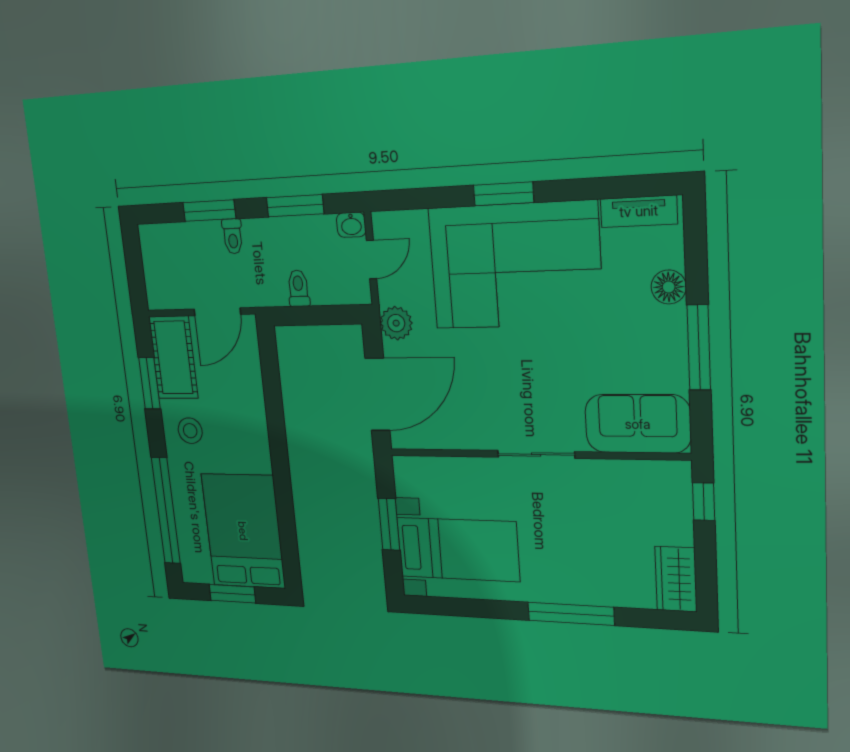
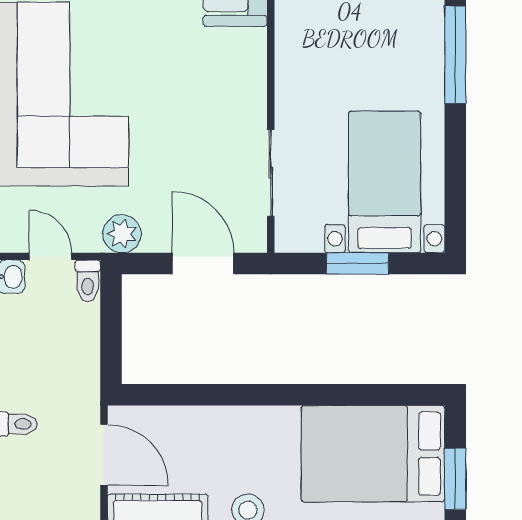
toilet: (298, 288) -> (88, 281), moved, turned -90
door: (377, 394) -> (203, 264), width x0.73
sliding door: (536, 454) -> (271, 173), moved

